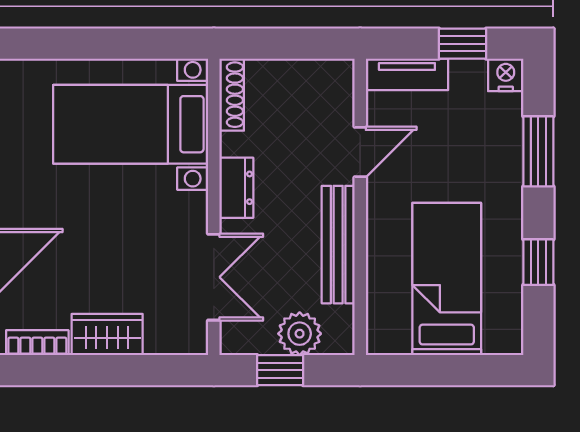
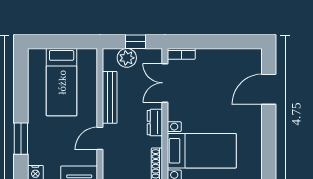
window: (538, 262) -> (21, 90), removed
wardrobe: (107, 335) -> (212, 57), removed
bookcase: (37, 343) -> (181, 54), moved

